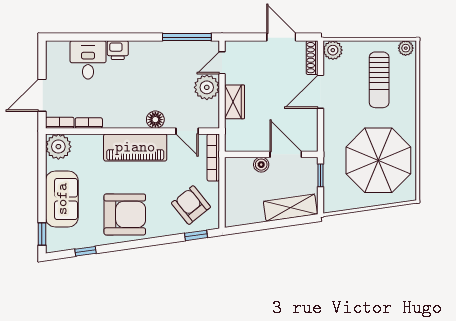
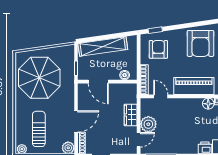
floor lamp: (155, 120) -> (208, 104), moved
boiler: (261, 165) -> (125, 75), moved
armchair: (191, 205) -> (158, 49), turned -141
shelving: (290, 208) -> (103, 47), width x1.47
armchair: (125, 214) -> (200, 43), turned -90

